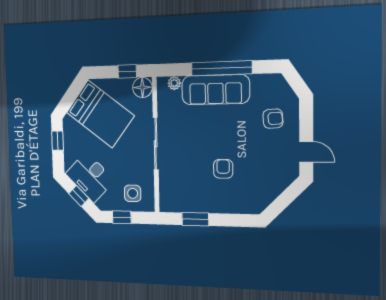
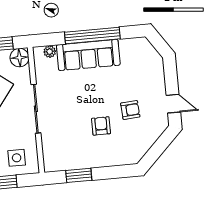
armchair: (273, 119) -> (130, 110), moved

